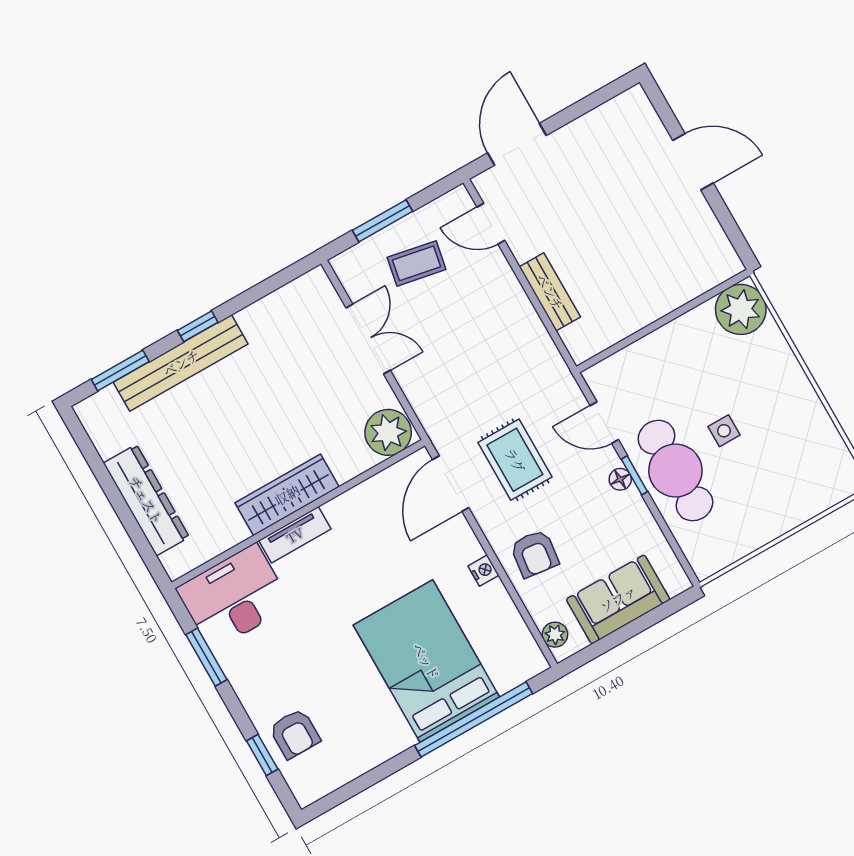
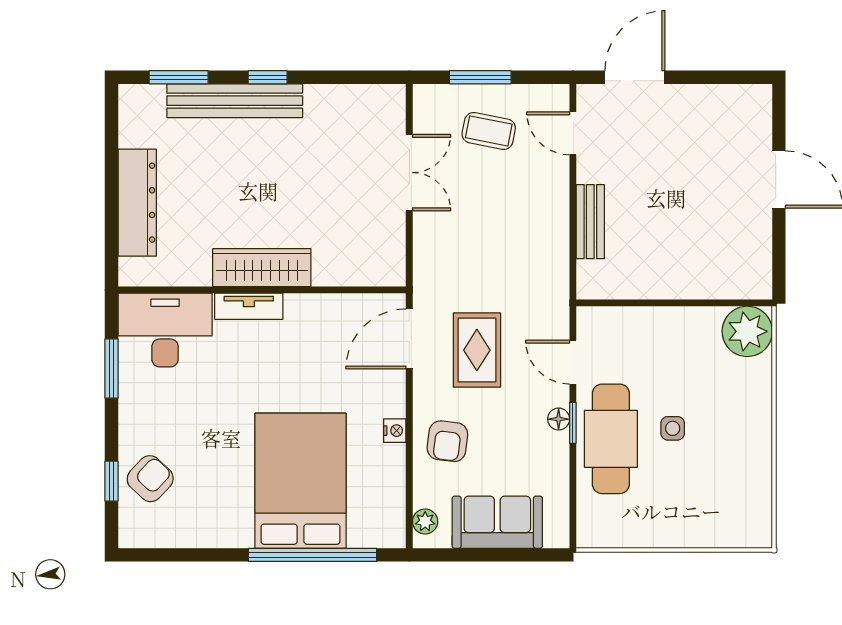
plant: (388, 432) -> (380, 264), removed
armchair: (295, 734) -> (150, 479), turned -137

